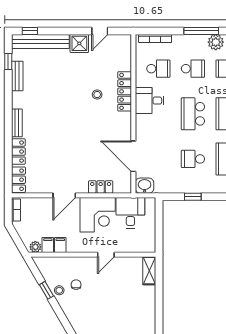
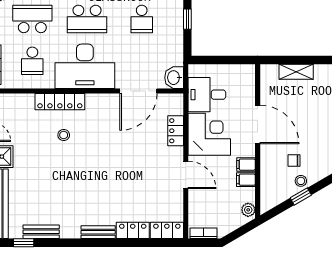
school desk: (158, 69) -> (32, 61), turned 180
school desk: (193, 69) -> (32, 19), width x1.85
desk: (150, 101) -> (85, 66), width x1.87, depth x1.30
filing cabinet: (48, 245) -> (246, 165), moved
door: (106, 255) -> (258, 124), width x1.87
shelving: (149, 271) -> (296, 72), moved

